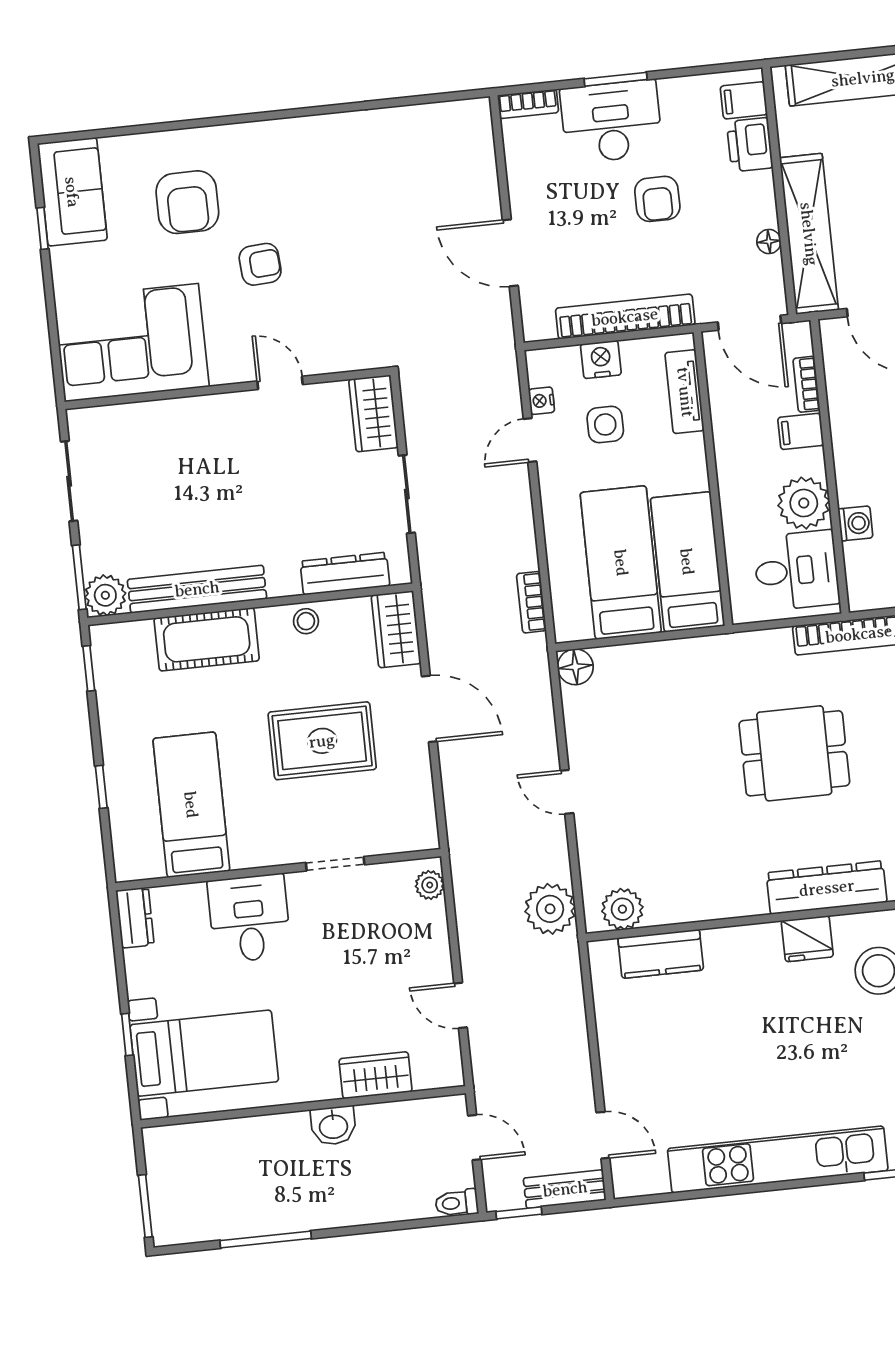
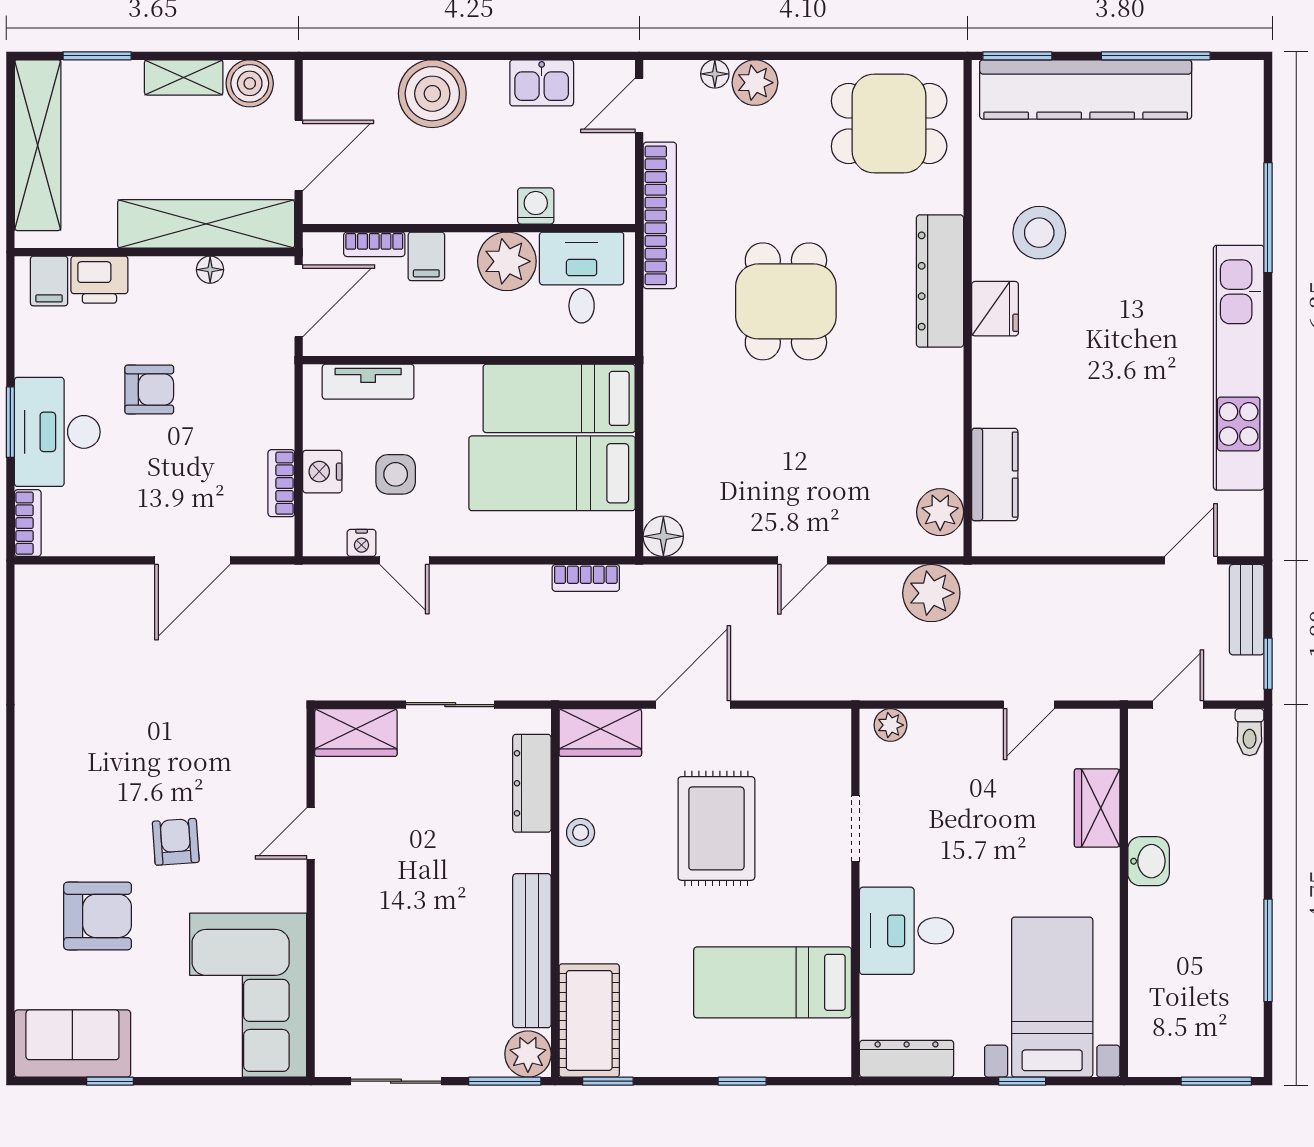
bookcase: (625, 317) -> (281, 483), width x0.43, depth x0.76
cot: (207, 639) -> (589, 1020), moved
dresser: (135, 918) -> (907, 1059), width x1.44

